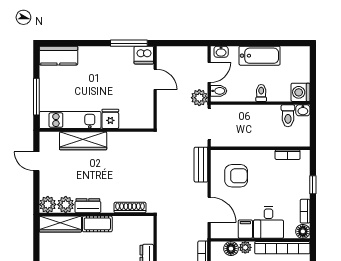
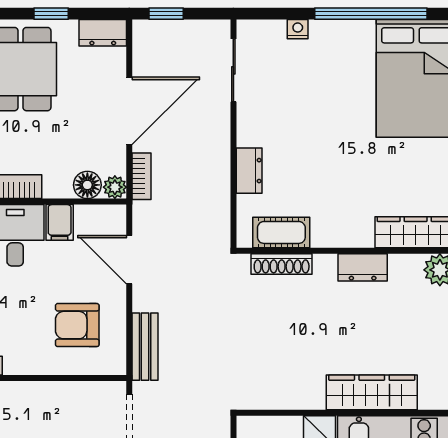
plant: (66, 205) -> (405, 270), removed
cot: (97, 224) -> (281, 232), moved
plant: (245, 247) -> (115, 187), moved

